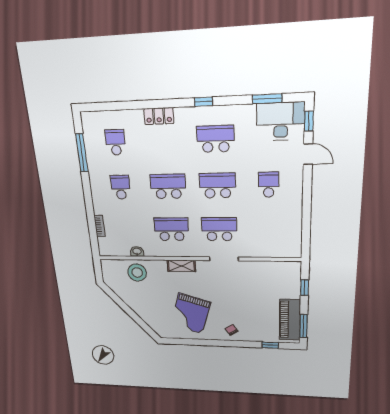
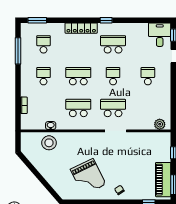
window: (267, 99) -> (37, 20), moved
locker: (159, 116) -> (81, 28), width x1.53
desk: (281, 121) -> (160, 35), width x0.73
school desk: (217, 186) -> (113, 76), width x0.54
plant: (286, 251) -> (160, 124), added
shelving: (181, 266) -> (84, 137), removed
grand piano: (191, 314) -> (88, 177), turned -43

